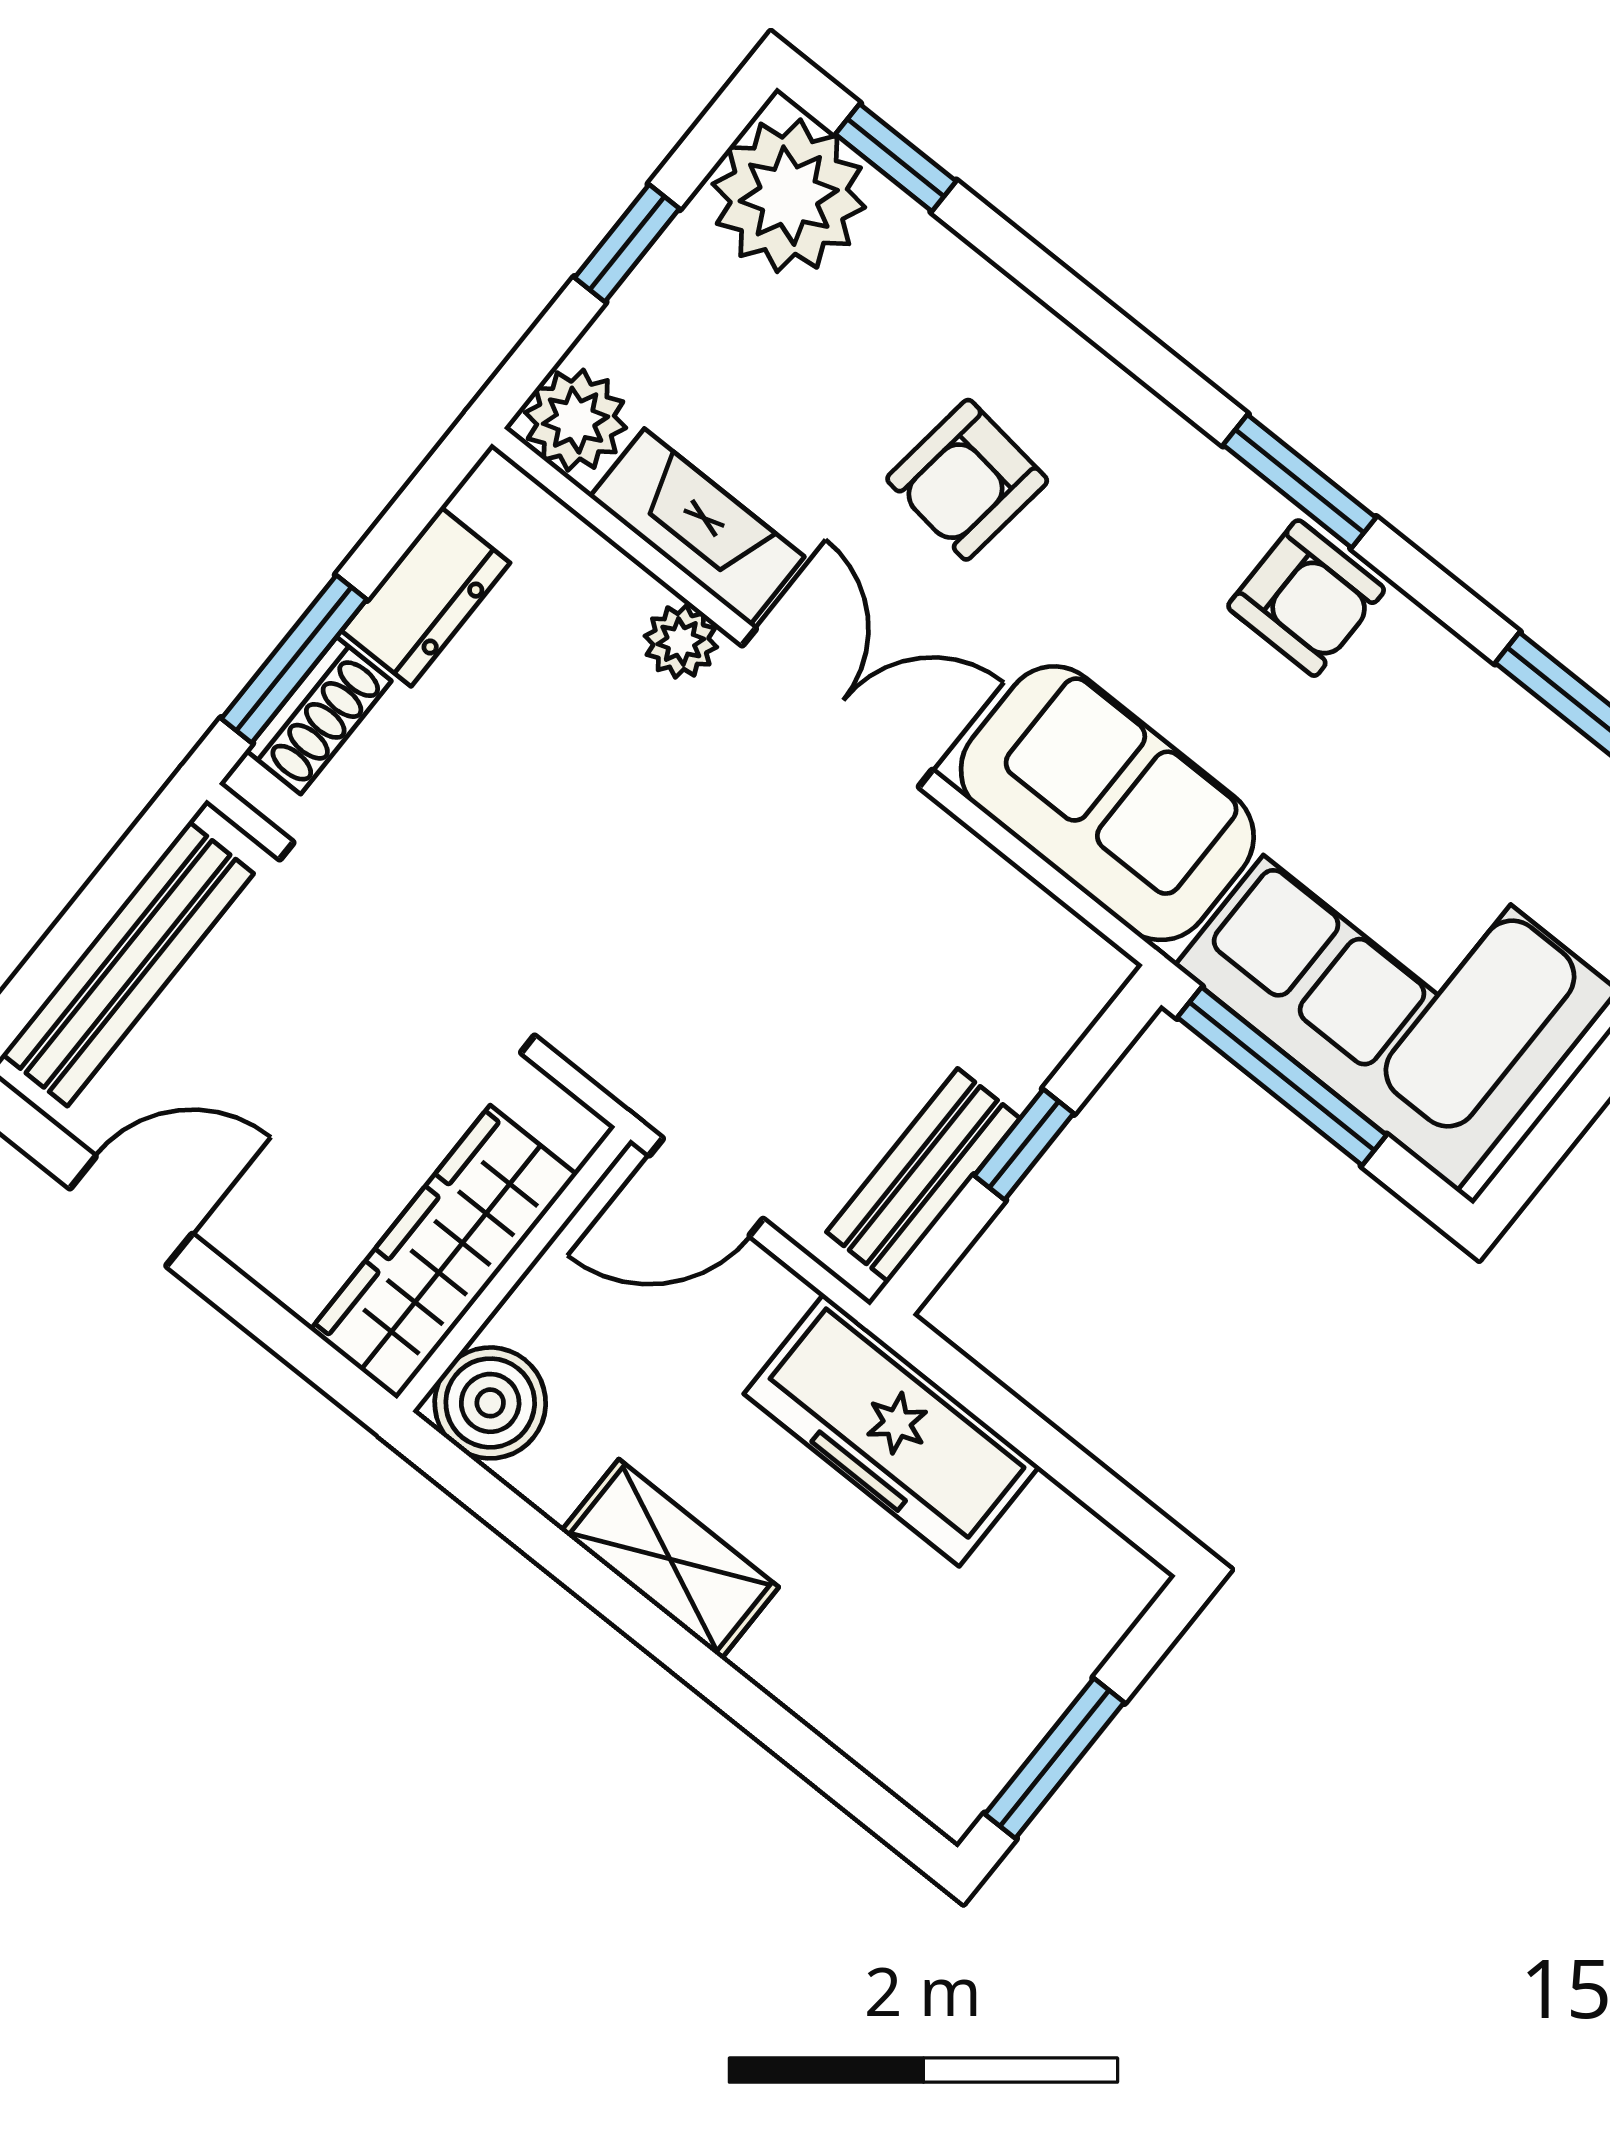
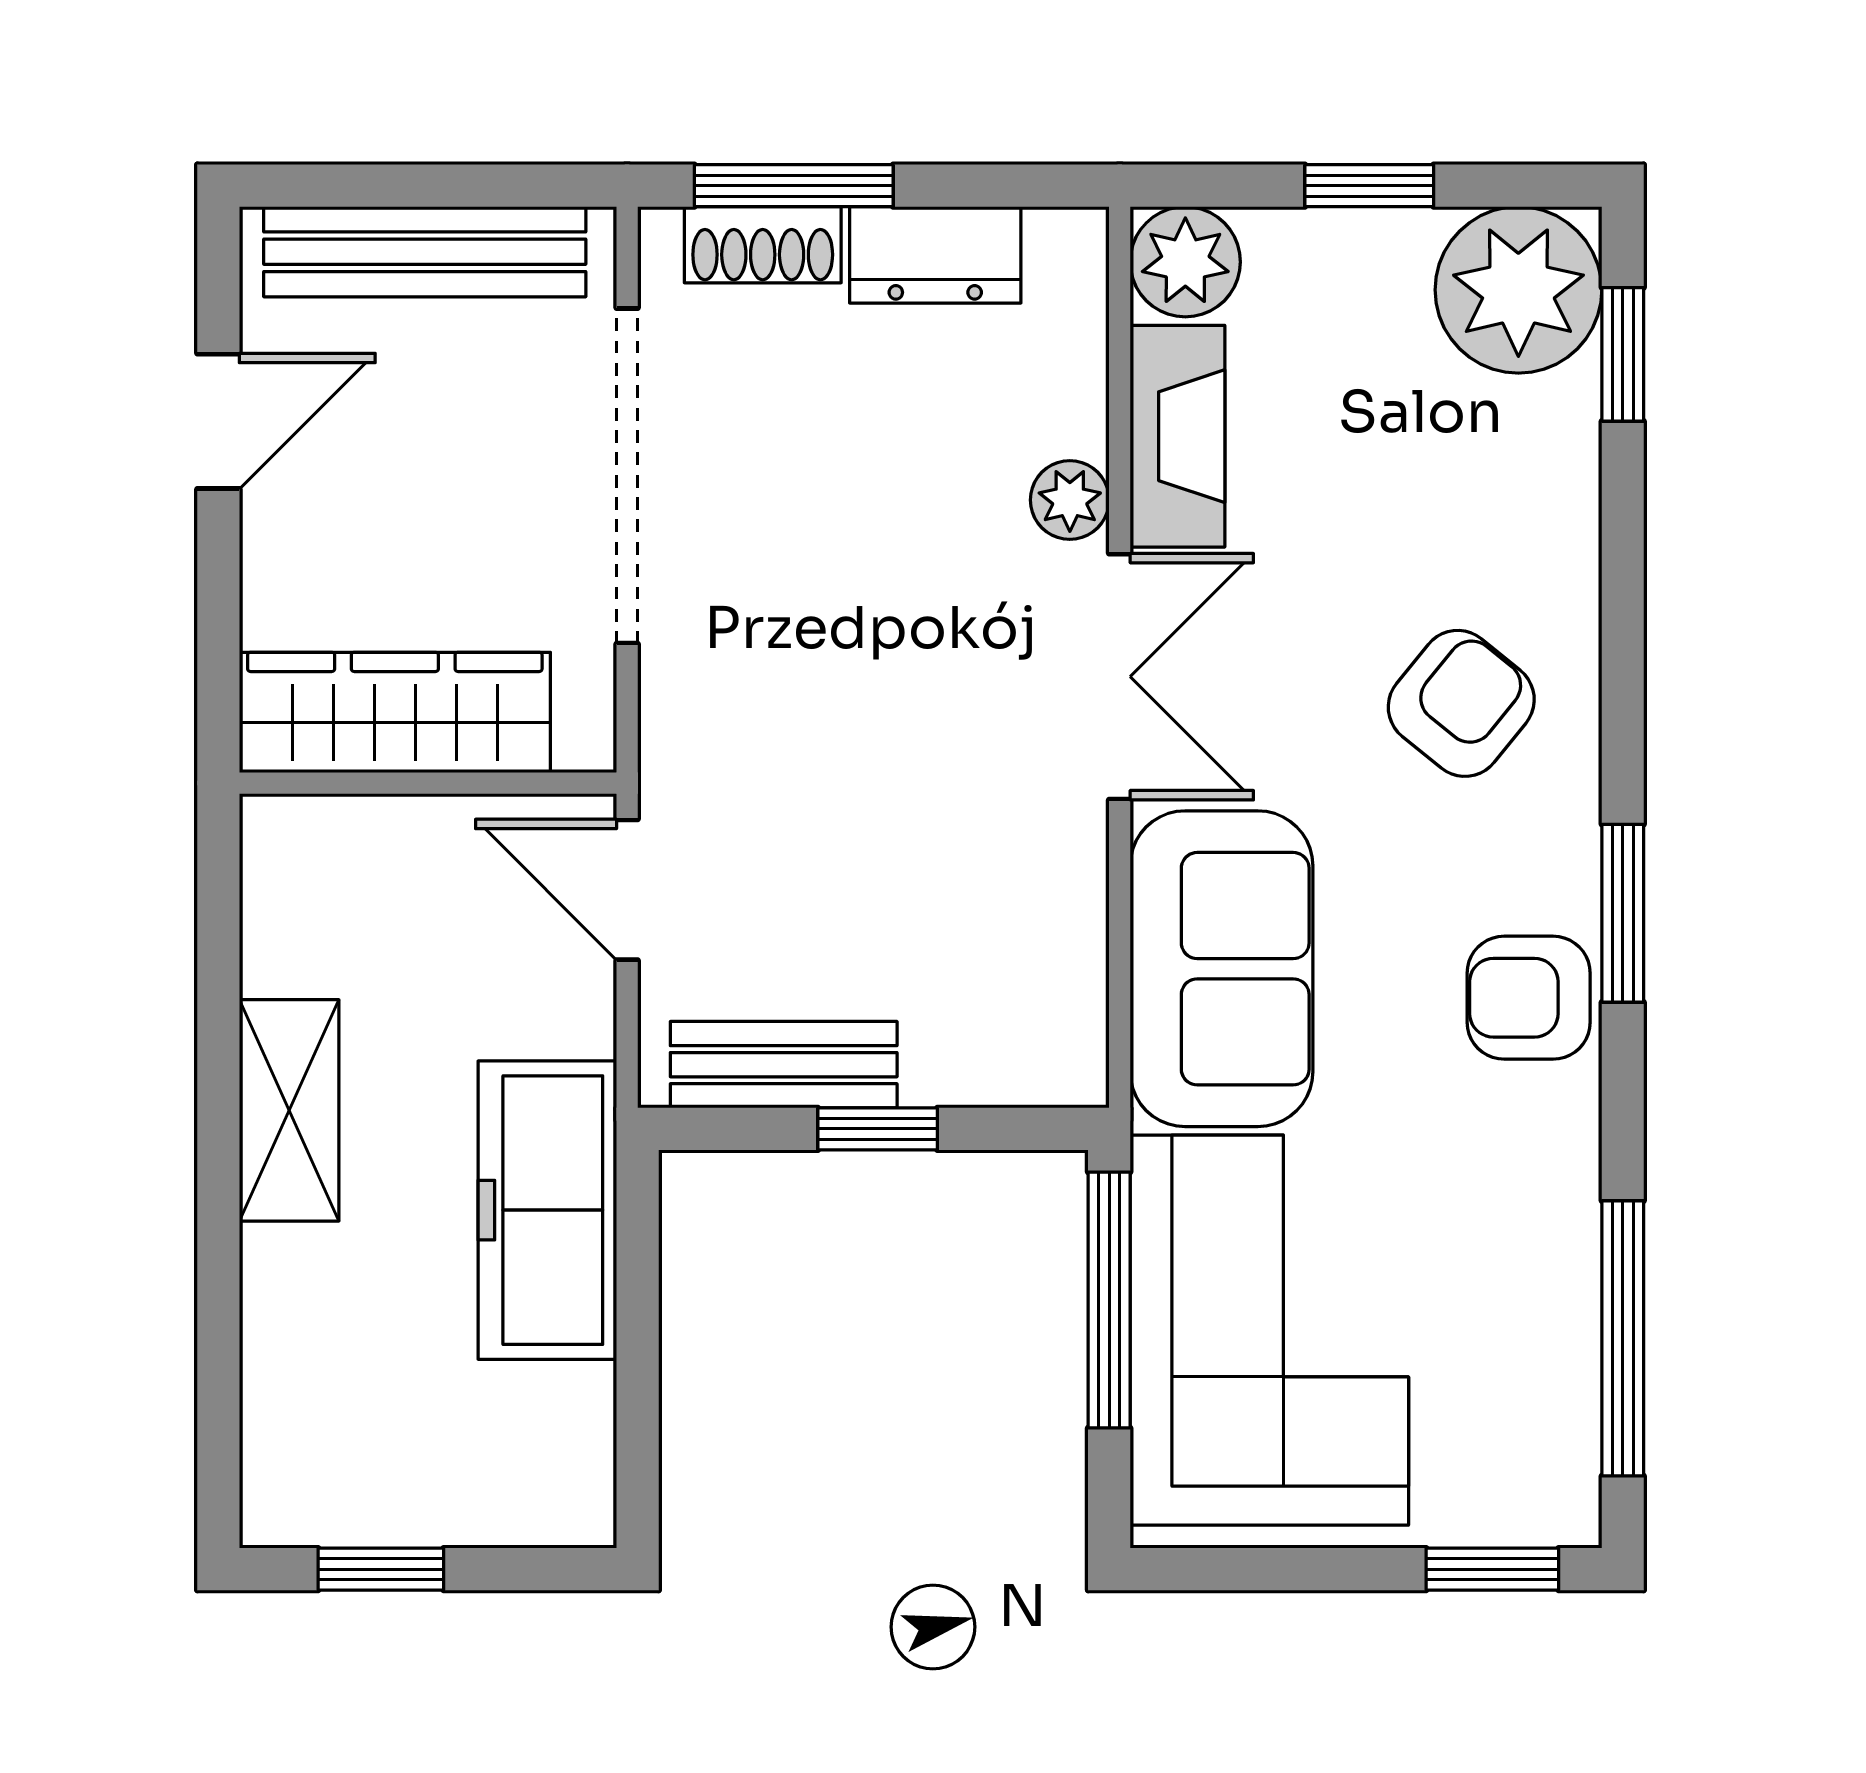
armchair: (967, 480) -> (1461, 703), moved, turned 122
armchair: (1306, 598) -> (1529, 998), turned 90
door: (131, 1211) -> (218, 421), hinge flipped
boiler: (490, 1403) -> (299, 853), removed
window: (1055, 1758) -> (381, 1569), width x0.67

